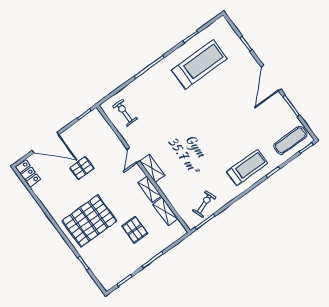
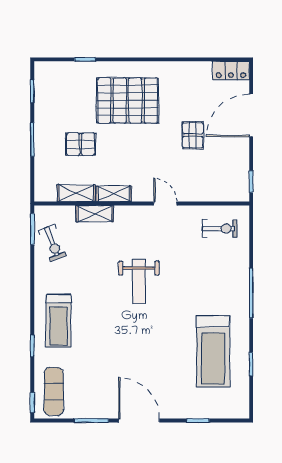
weight bench: (190, 137) -> (139, 281), added
shelving: (152, 168) -> (95, 214), moved
pallet: (89, 221) -> (128, 100), turned 90

